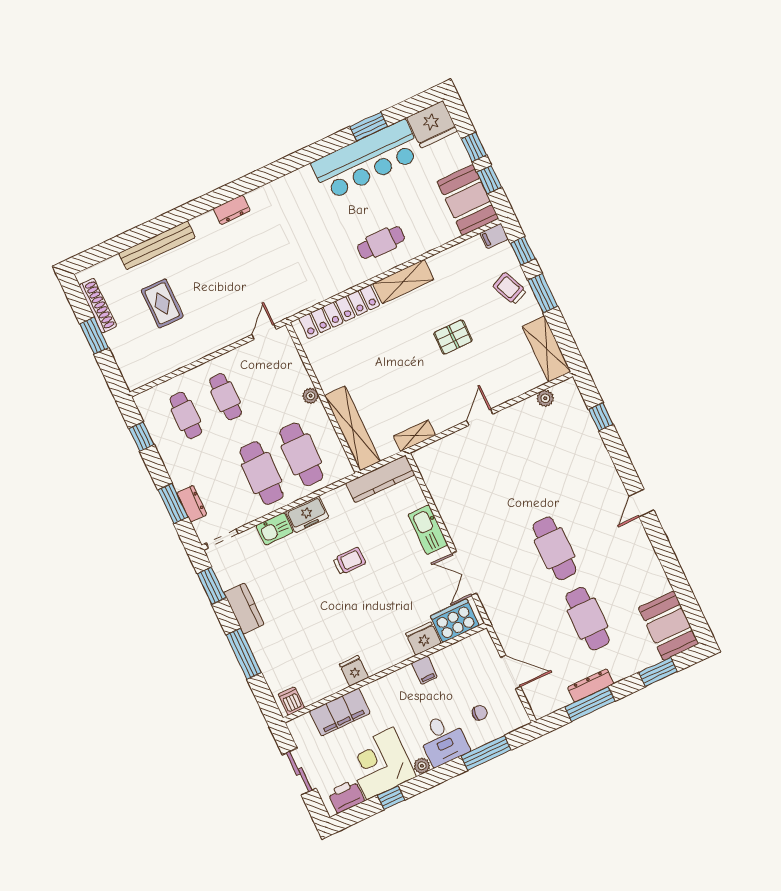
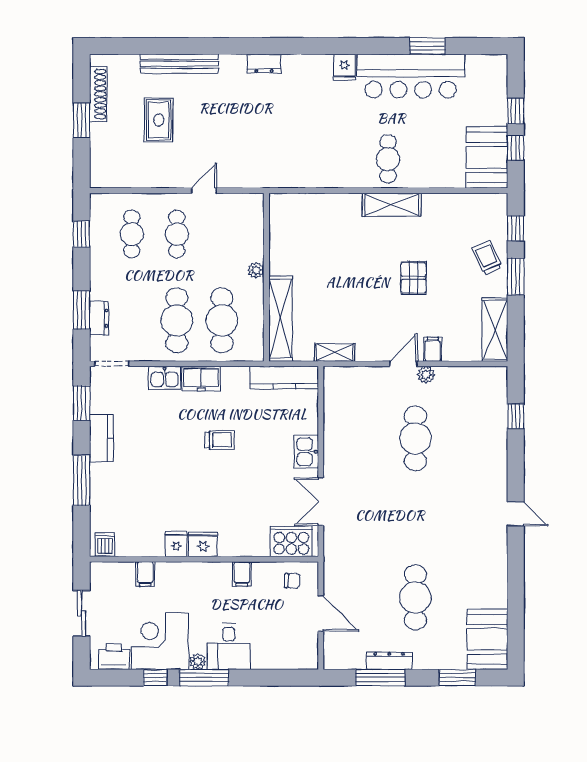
fridge: (432, 124) -> (344, 67), moved, width x0.53, depth x0.75
filing cabinet: (494, 236) -> (433, 349), moved, turned 90
cafe table: (381, 243) -> (388, 159), turned 90
locker: (339, 312) -> (319, 205), removed
door: (264, 332) -> (204, 191), moved
pallet: (453, 337) -> (413, 278), turned 90
plant: (545, 398) -> (426, 375), moved
door: (641, 503) -> (516, 514), swing flipped
kitchen sink: (428, 530) -> (306, 452), width x0.73
cafe table: (555, 548) -> (415, 438), moved
fridge: (423, 639) -> (203, 544), moved
filing cabinet: (340, 712) -> (145, 574), width x0.33, depth x0.86
chair: (480, 713) -> (292, 581), moved
window: (486, 753) -> (204, 678), moved

